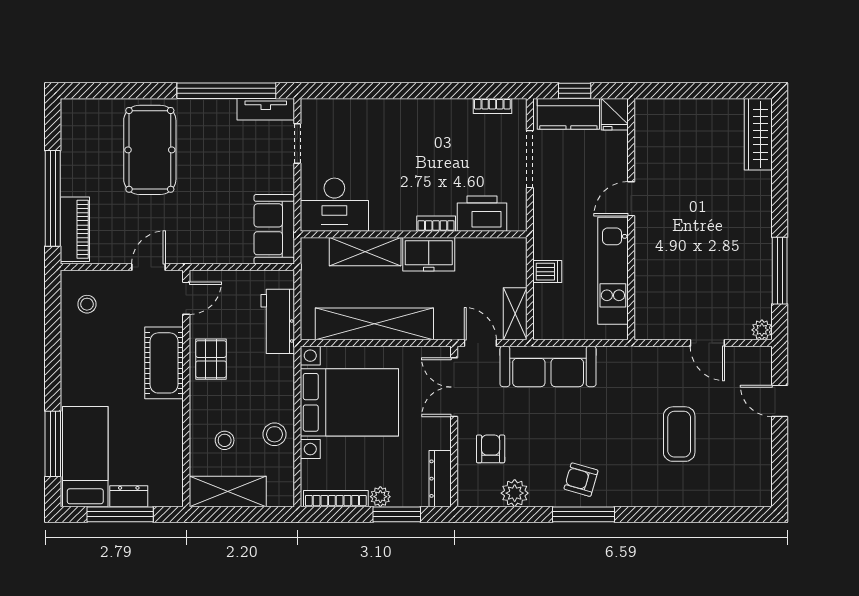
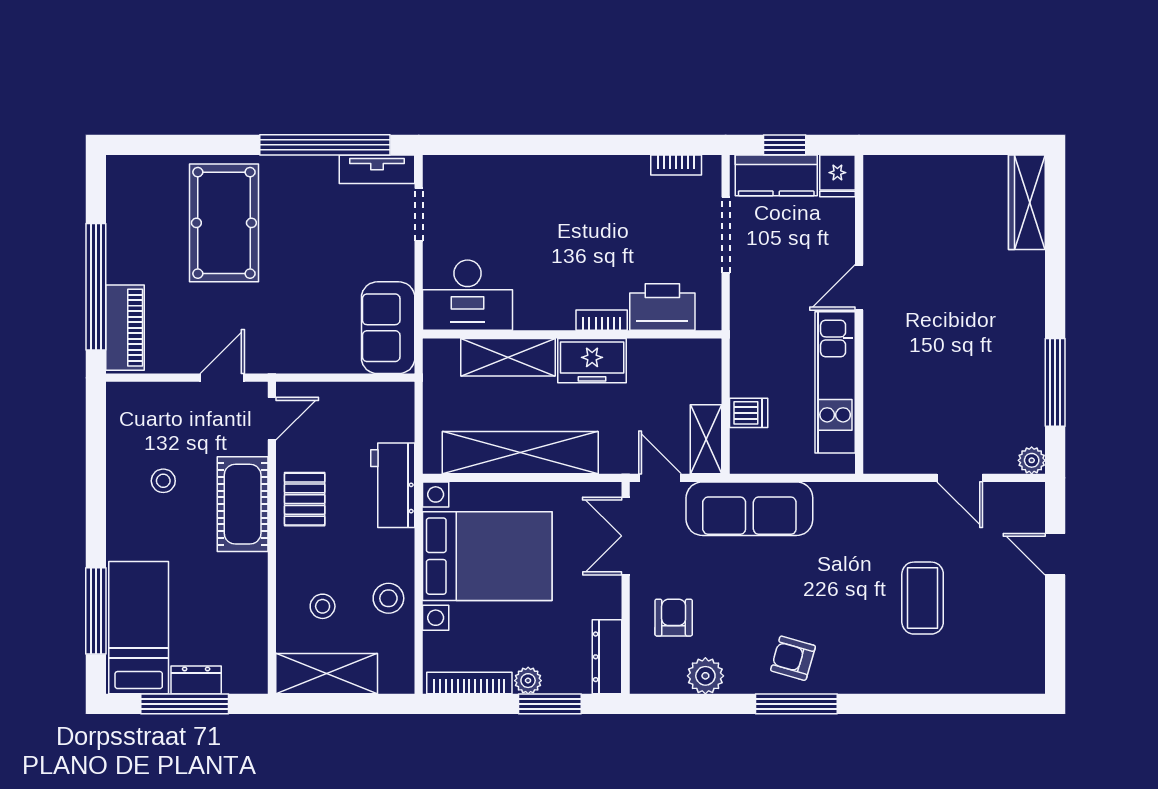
dishwasher: (547, 272) -> (749, 413), moved
stool: (87, 304) -> (163, 481), moved
workbench: (278, 321) -> (393, 485), moved

